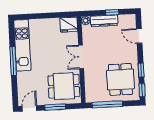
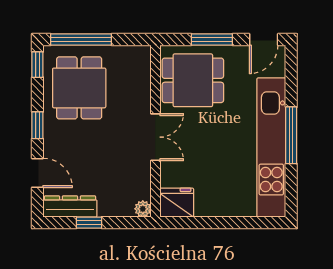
dresser: (104, 21) -> (70, 207), moved
kitchen unit: (22, 45) -> (271, 148), width x1.36
window: (141, 70) -> (37, 125), moved
window: (107, 104) -> (81, 39), moved

